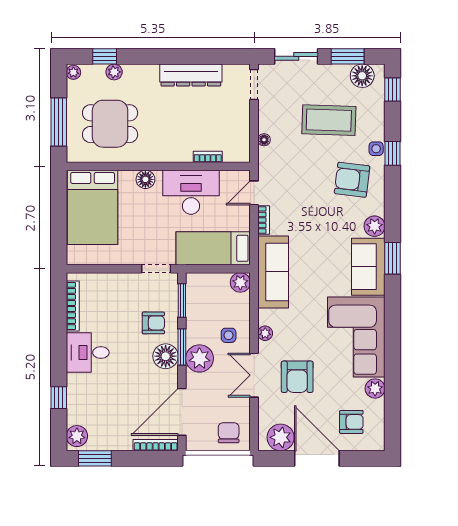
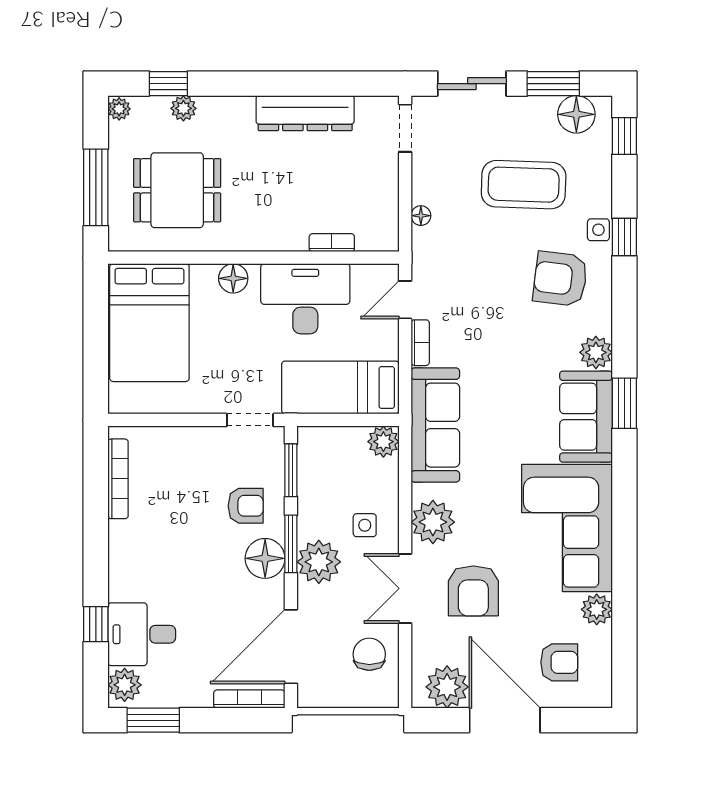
plant: (265, 333) -> (433, 522), width x1.88, depth x1.88
desk: (88, 353) -> (142, 634), moved
chair: (229, 433) -> (369, 654), moved

